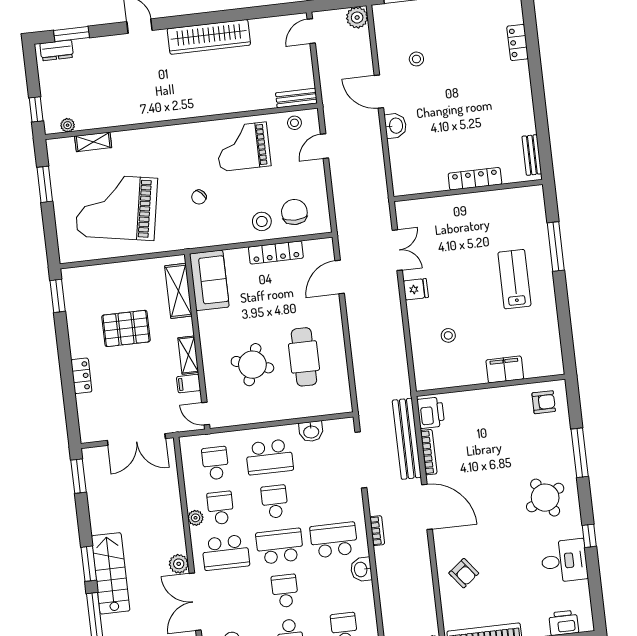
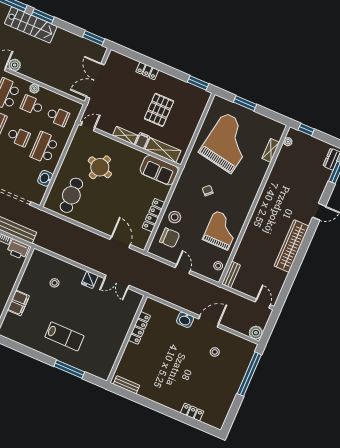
door: (324, 146) -> (183, 269), moved
locker: (475, 179) -> (139, 328), moved
window: (45, 184) -> (245, 103), moved
cafe table: (304, 357) -> (71, 195), moved, turned 90
filing cabinet: (189, 384) -> (142, 141), moved
school desk: (221, 508) -> (32, 105), turned 180

